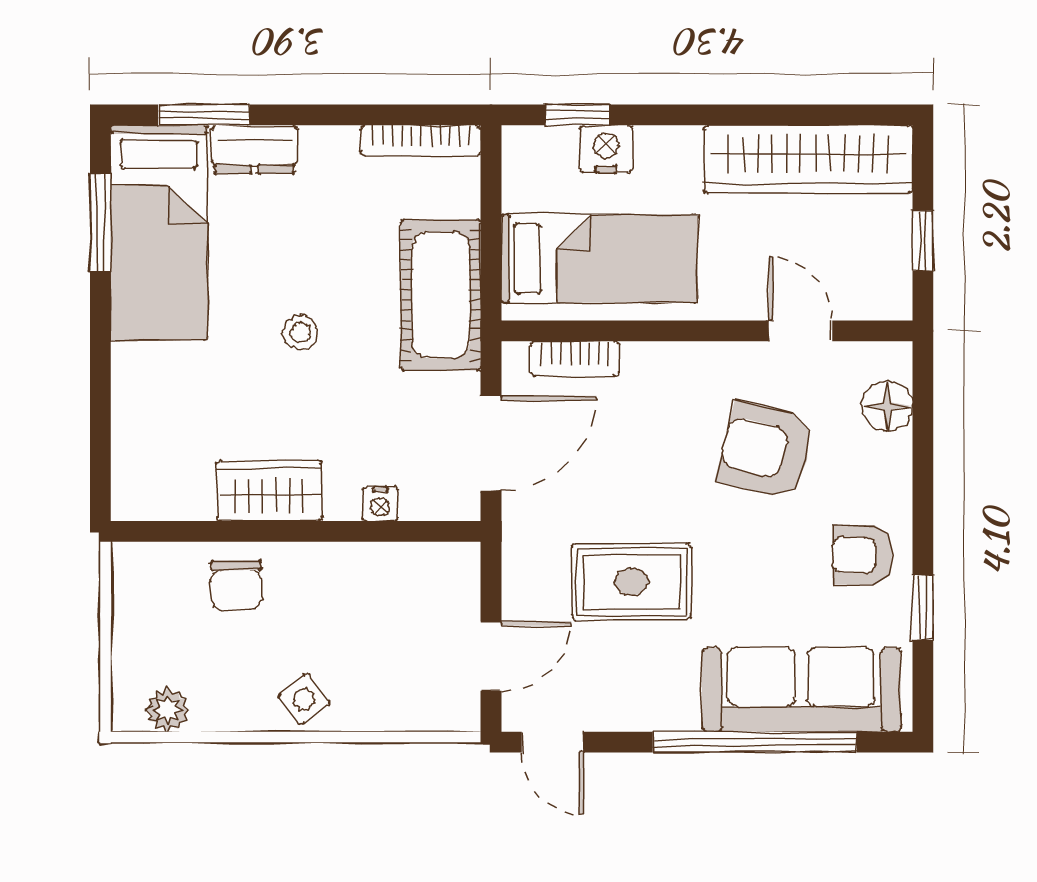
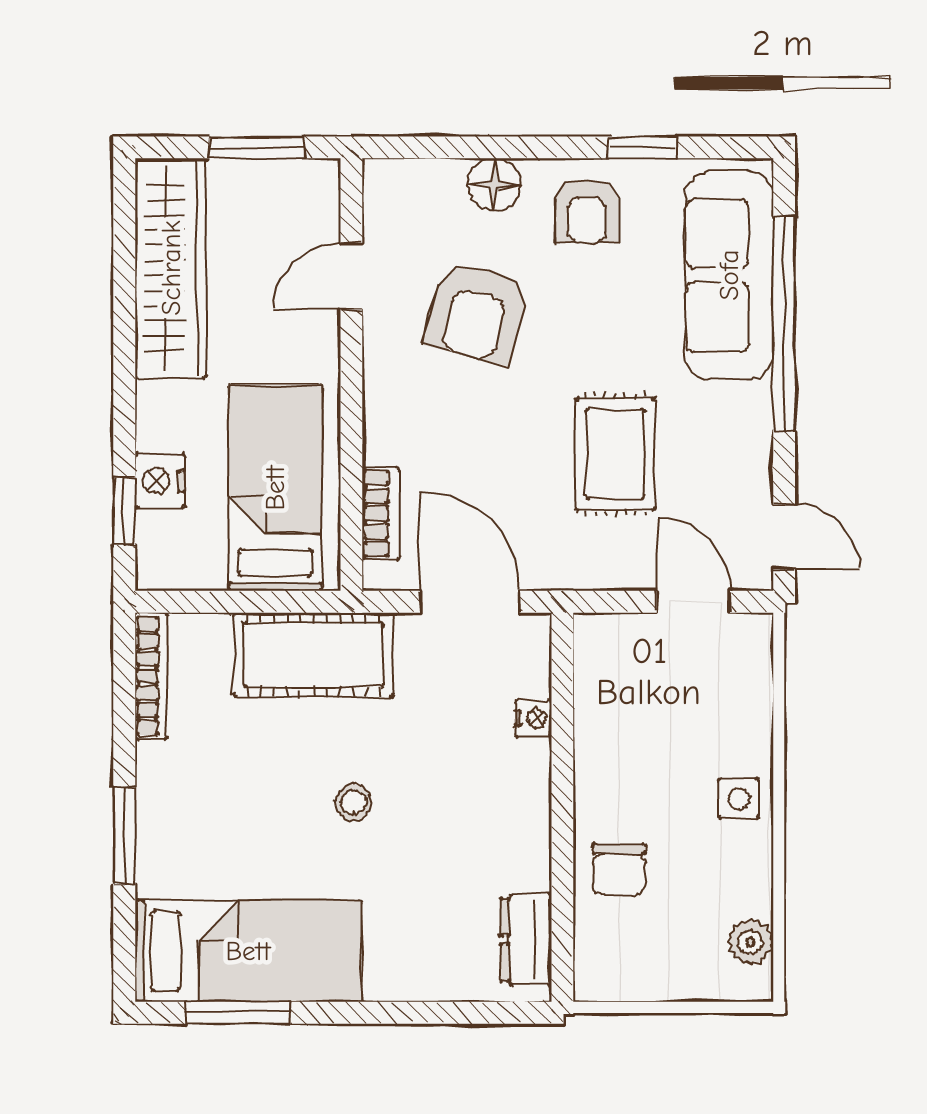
window: (204, 115) -> (124, 836), moved
dresser: (254, 149) -> (526, 940), moved, turned 180
window: (923, 241) -> (257, 147), width x1.50
floor lamp: (888, 406) -> (494, 185), moved
wardrobe: (269, 491) -> (519, 835), removed
chair: (236, 585) -> (619, 870), turned 91
side table: (304, 699) -> (739, 799), turned 38
door: (553, 742) -> (784, 537), hinge flipped

